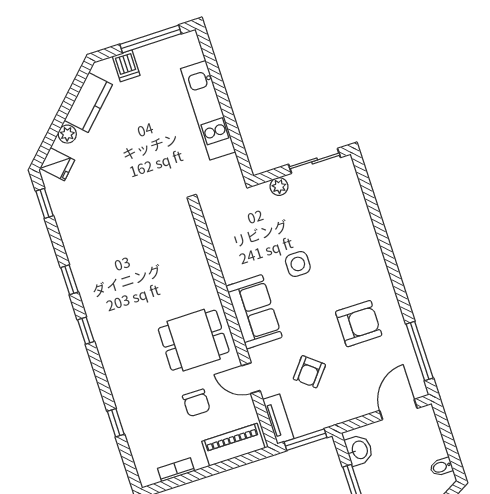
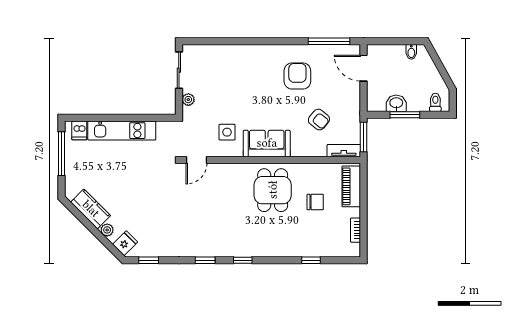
dishwasher: (126, 66) -> (79, 130), moved, turned 90
side table: (298, 264) -> (227, 132), moved
door: (251, 378) -> (196, 160), moved
washbasin: (359, 450) -> (396, 103), moved

